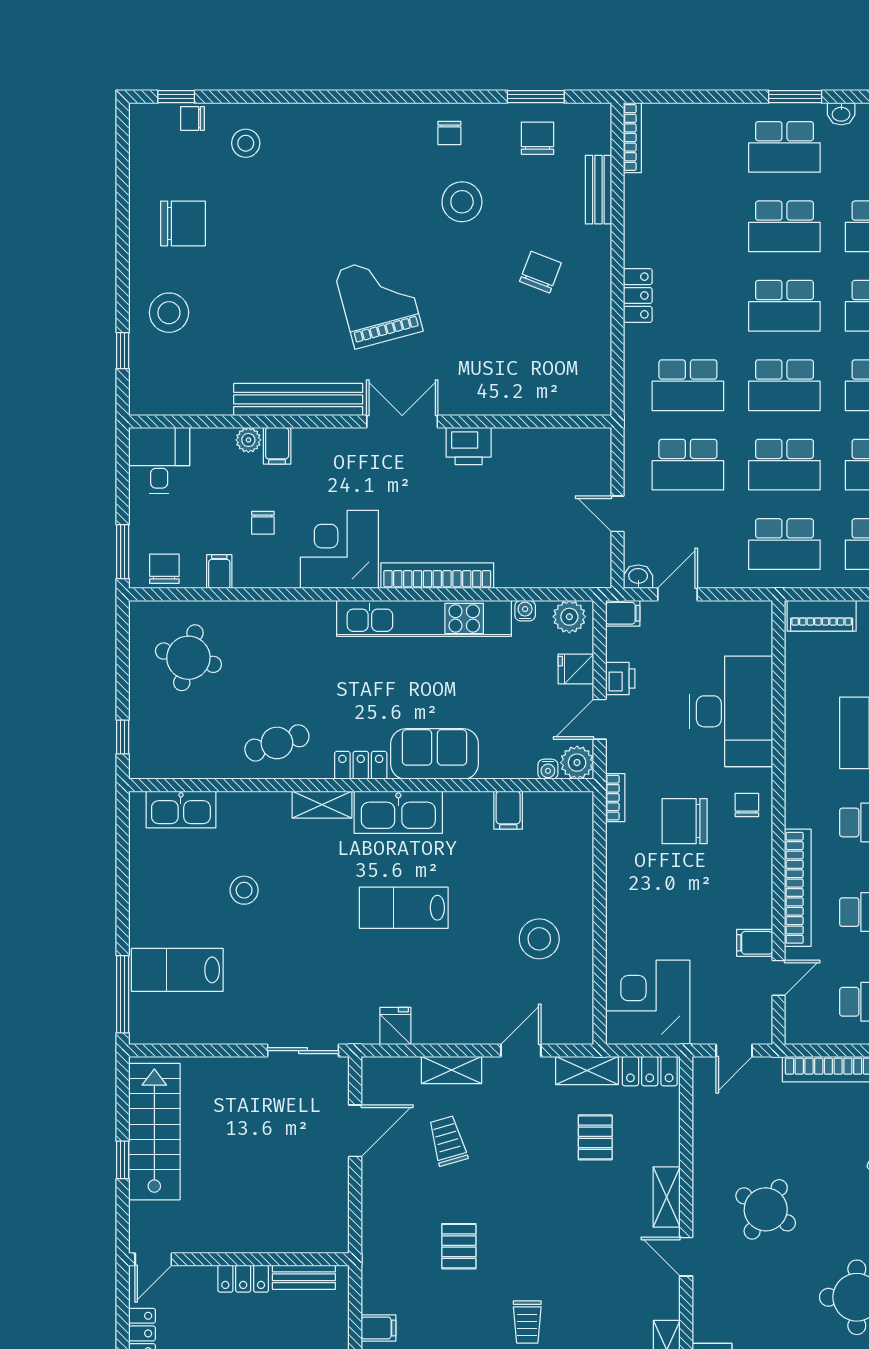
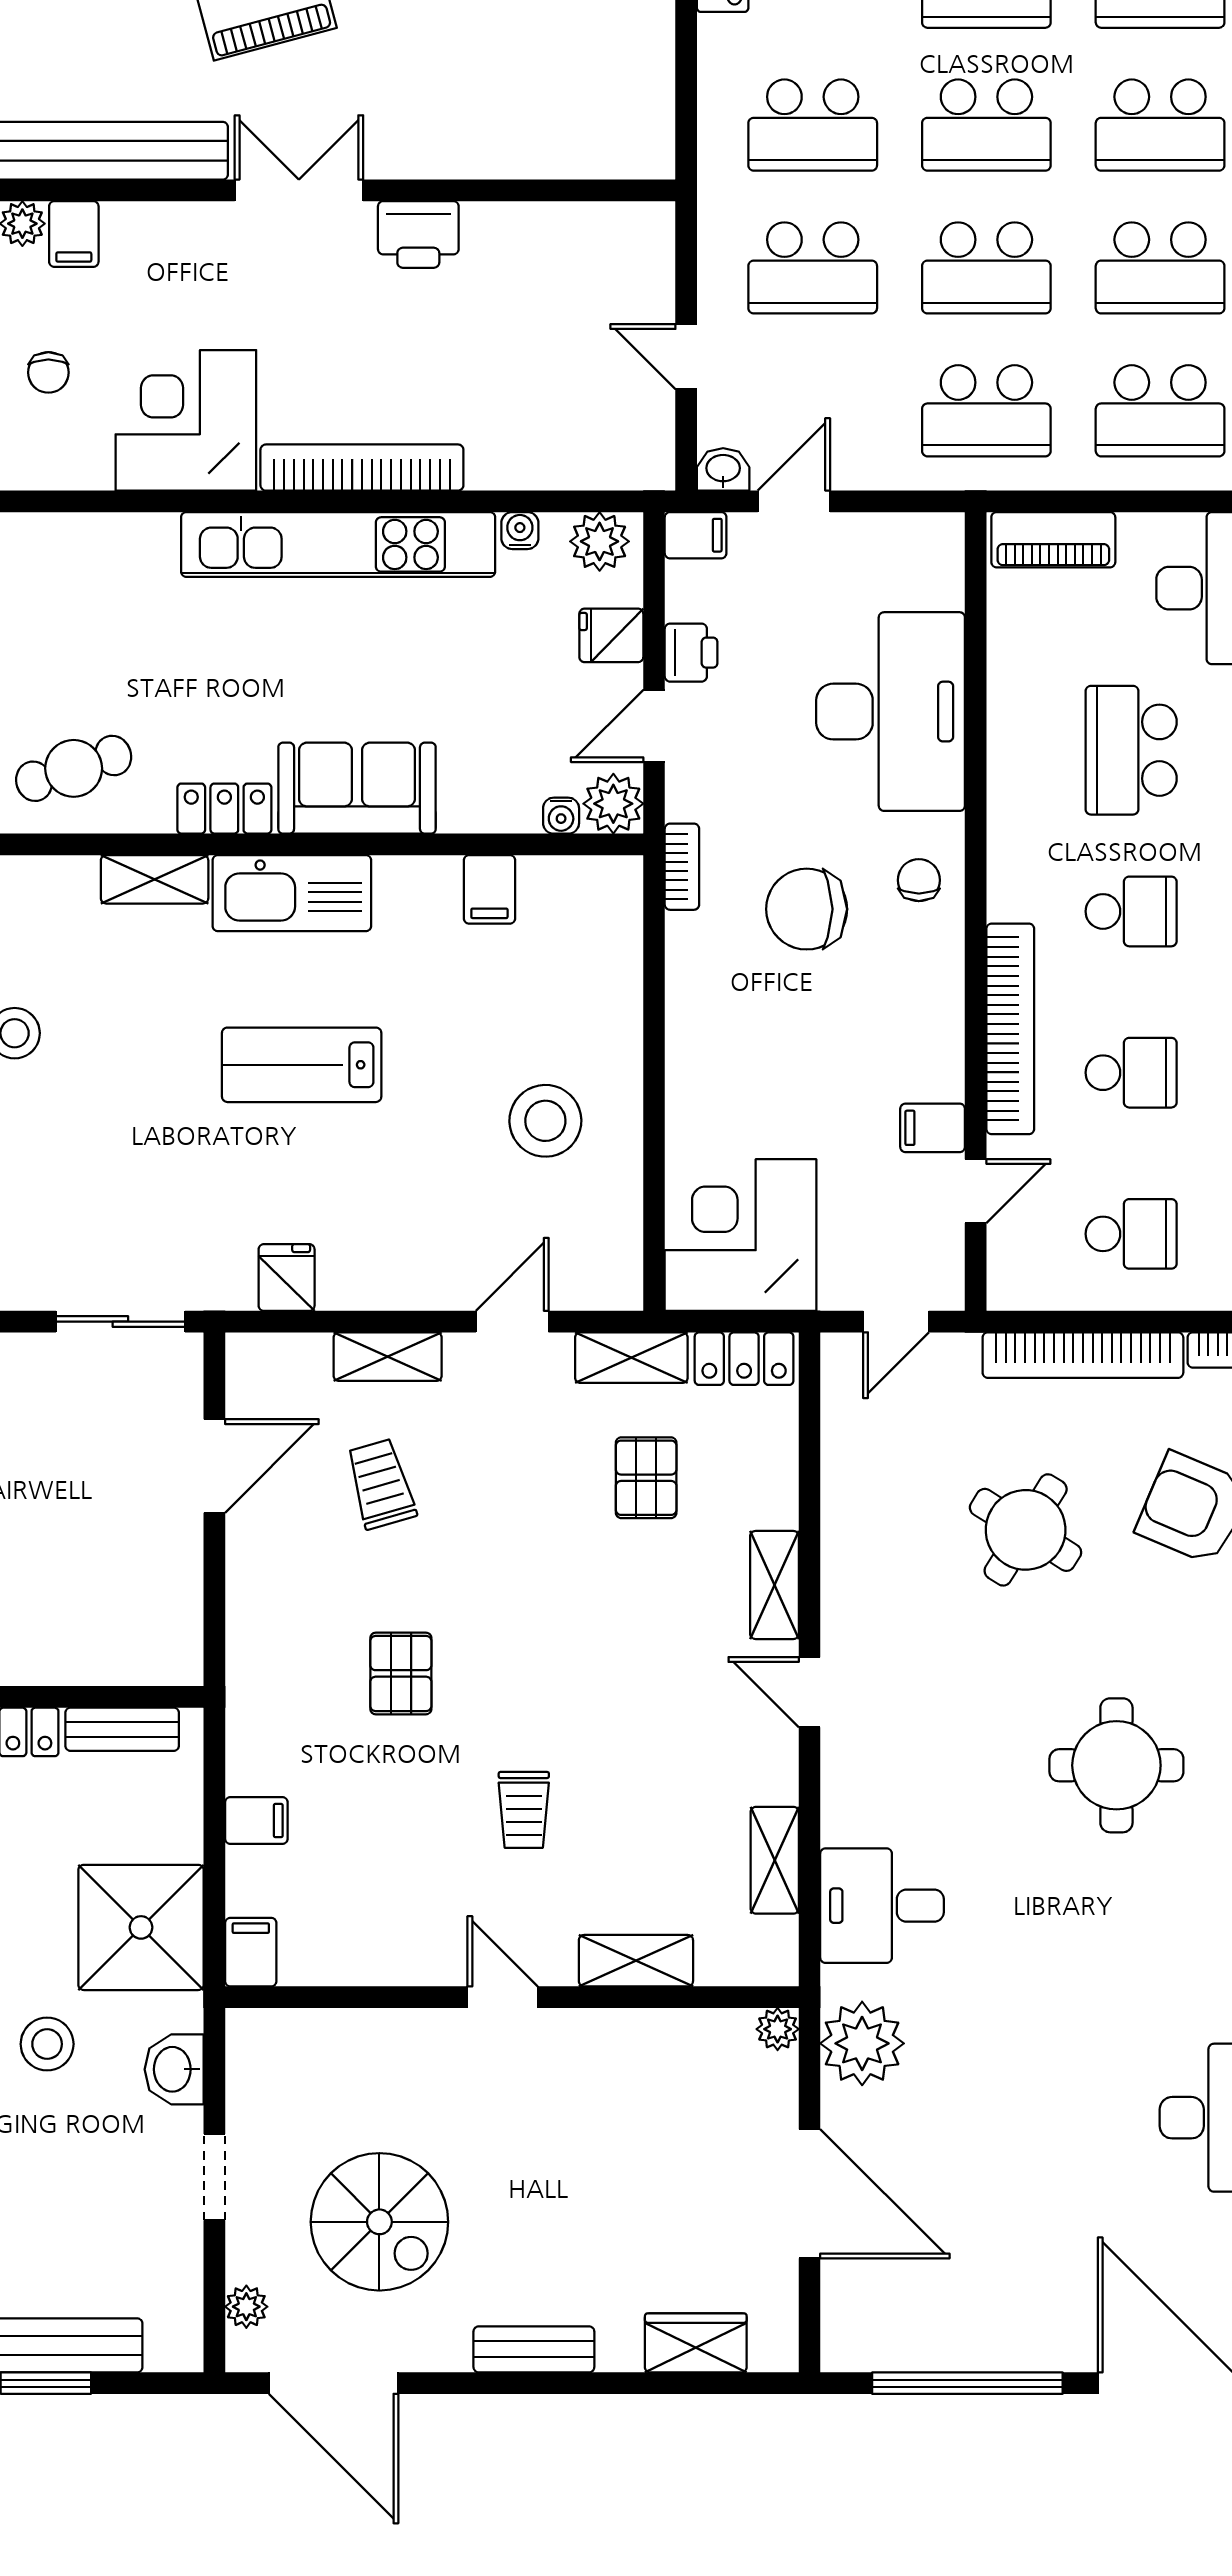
round table: (766, 1209) -> (1026, 1530), moved

